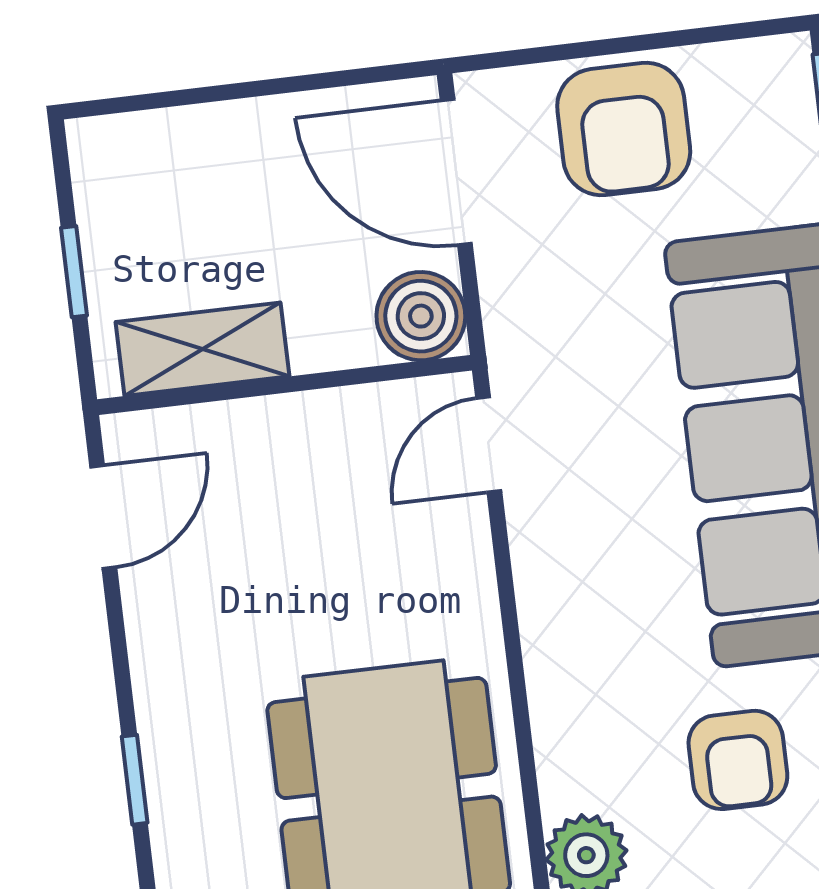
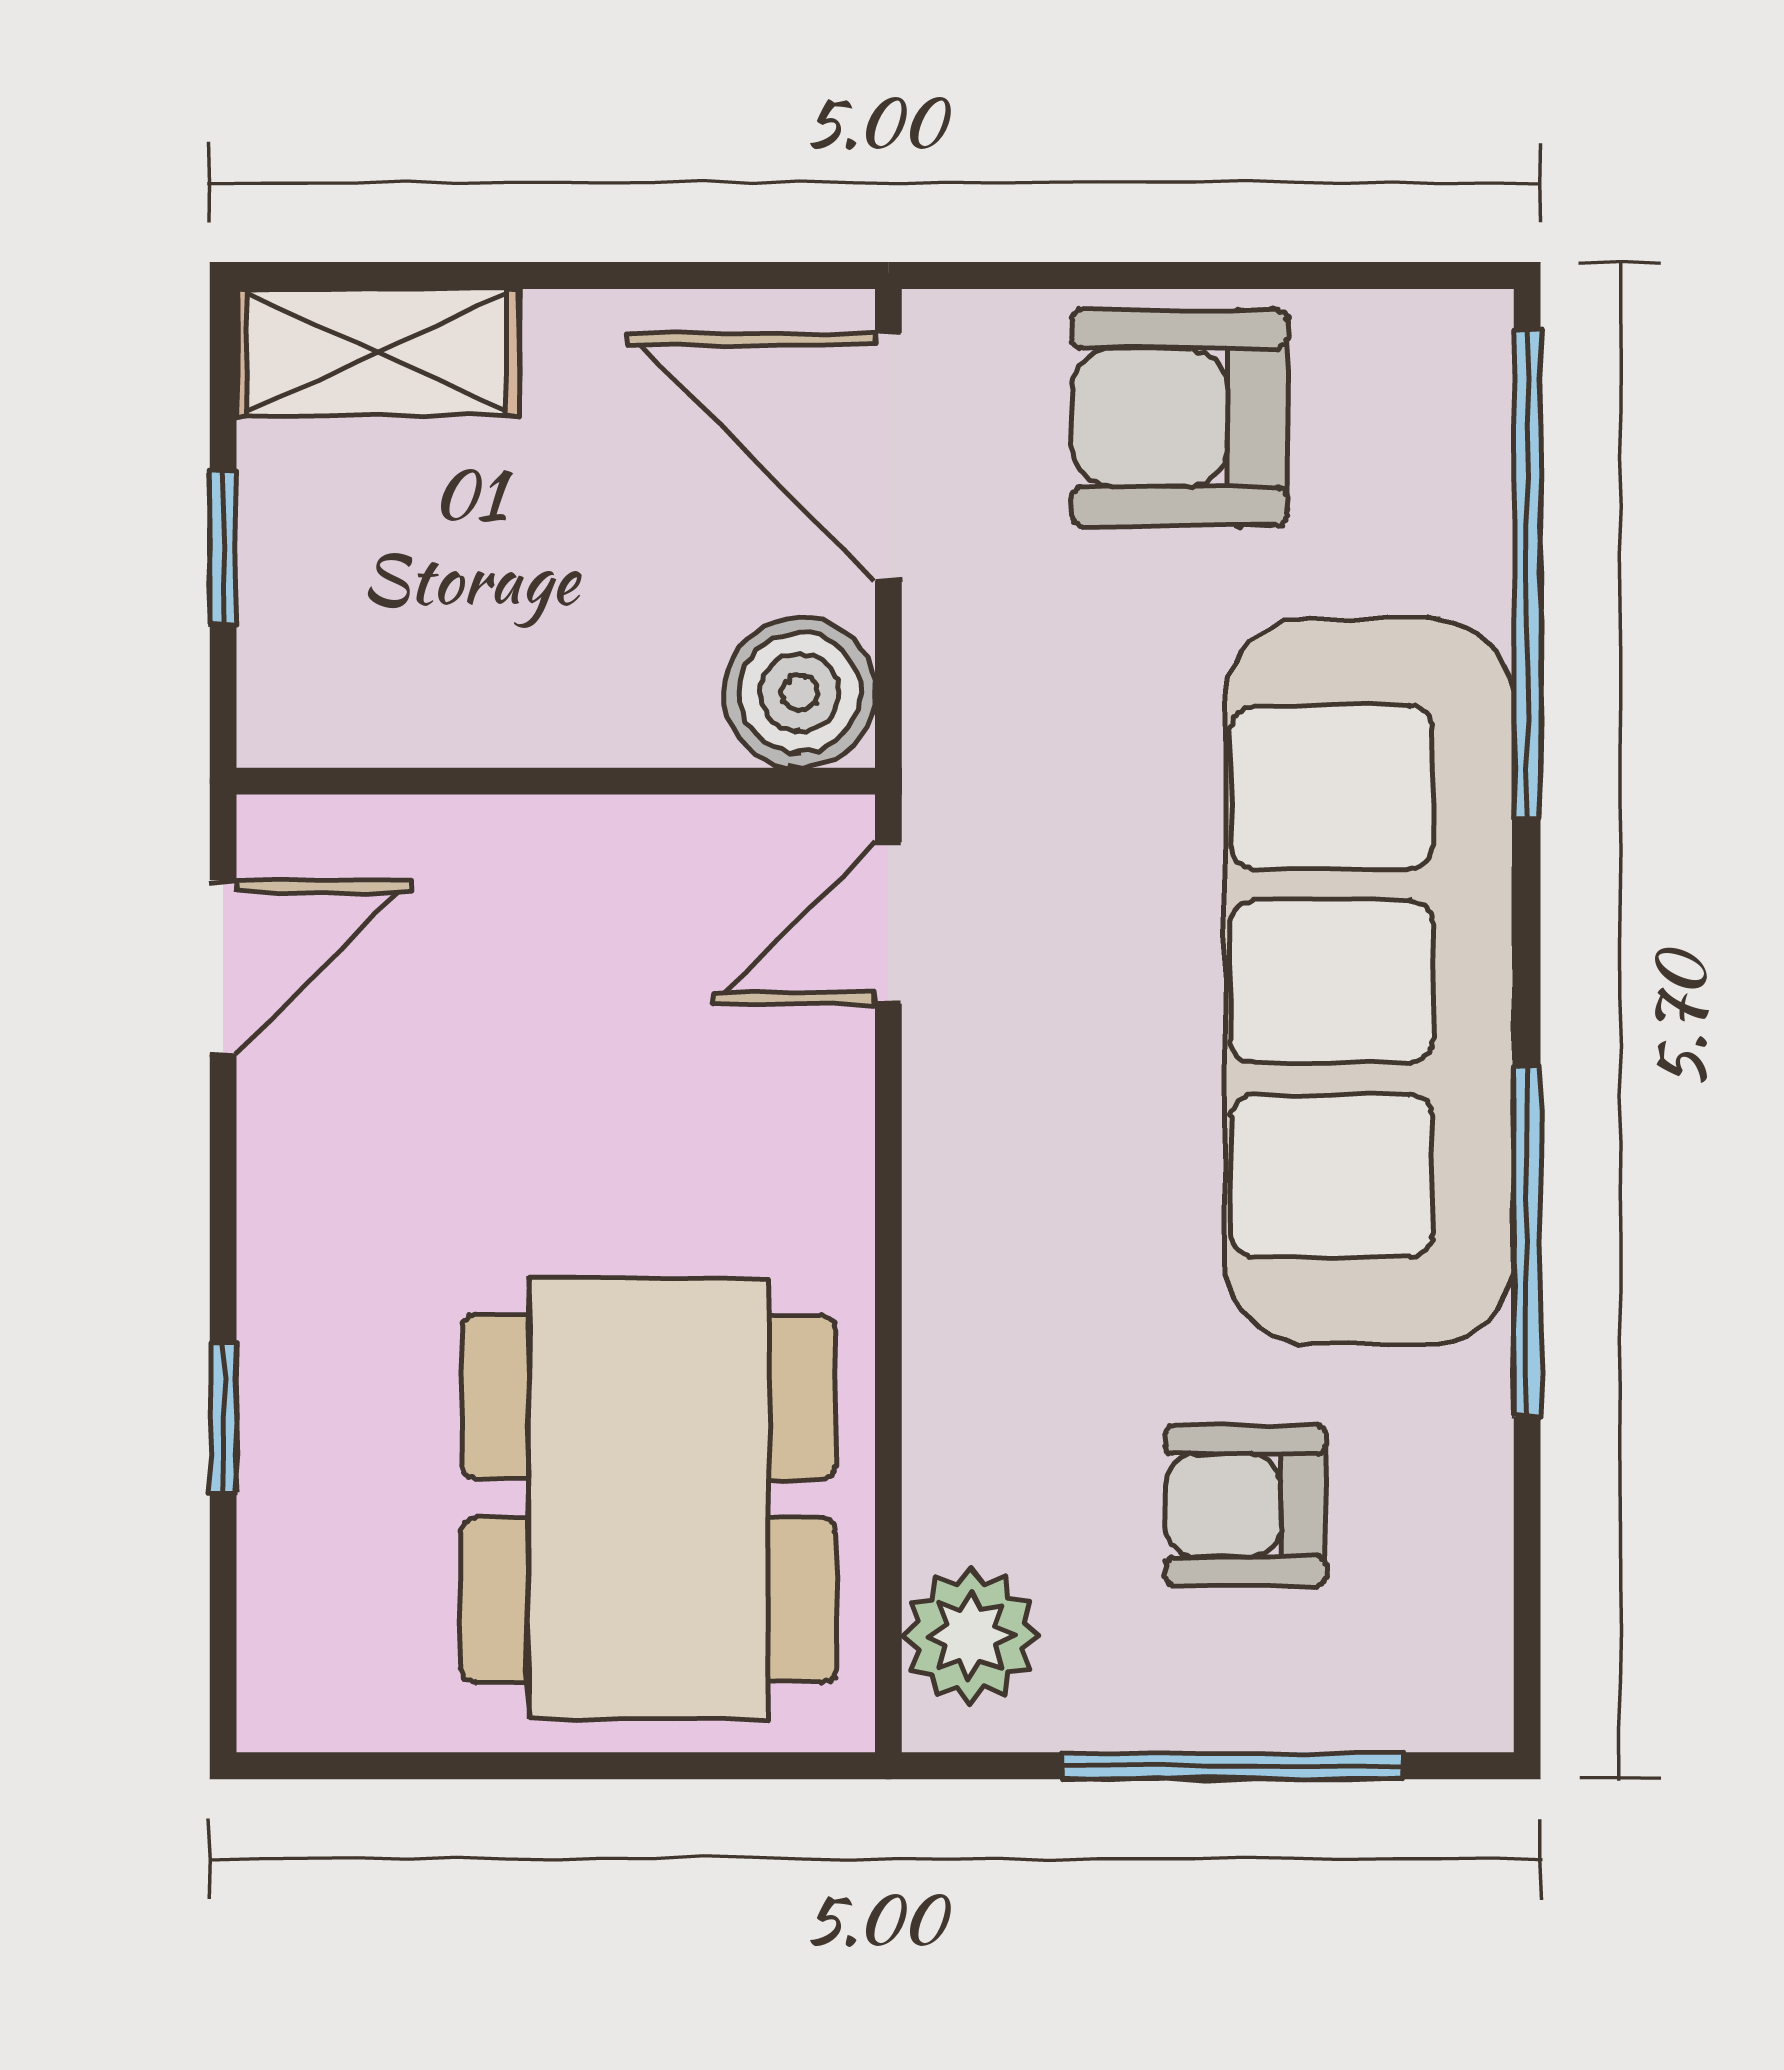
armchair: (624, 129) -> (1180, 418), turned 90
shelving: (203, 349) -> (377, 352), moved
armchair: (738, 760) -> (1246, 1506), turned 90

